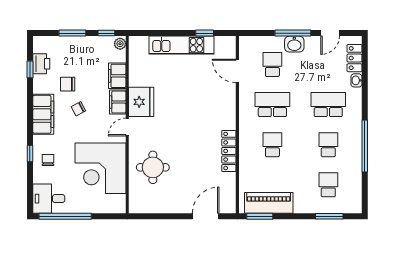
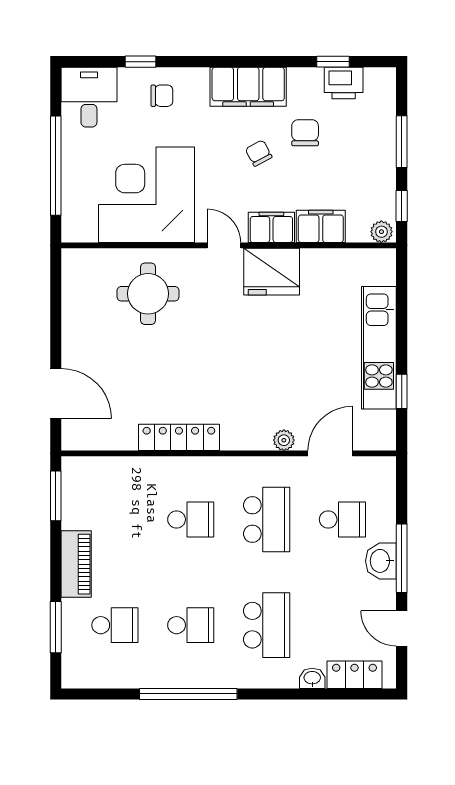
plant: (230, 95) -> (284, 440), added
window: (30, 153) -> (140, 62), moved
piano: (269, 203) -> (76, 564), moved, width x0.73, depth x0.75
window: (65, 216) -> (56, 166), moved

